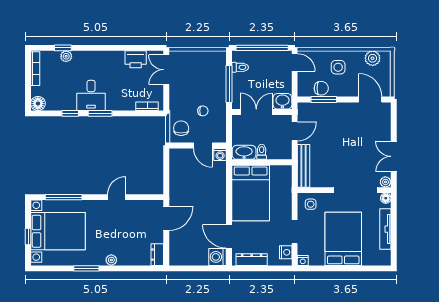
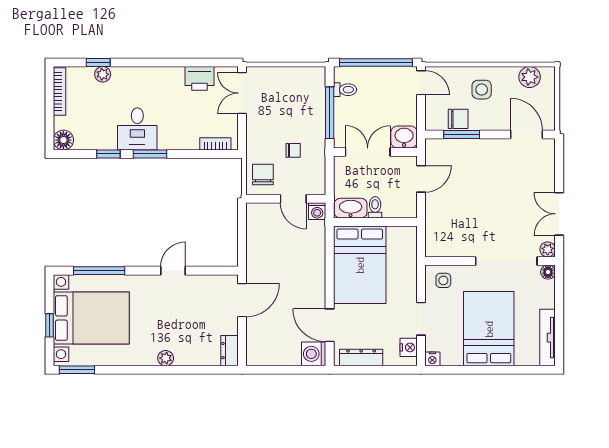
bench: (303, 166) -> (433, 227), removed
tv unit: (385, 229) -> (548, 338), moved
window: (86, 268) -> (77, 370), moved

